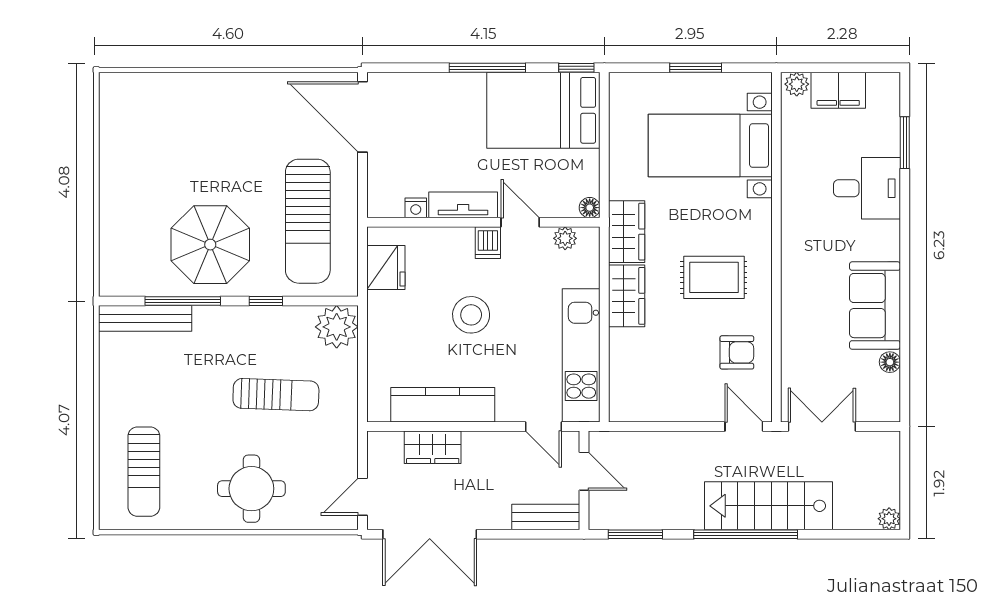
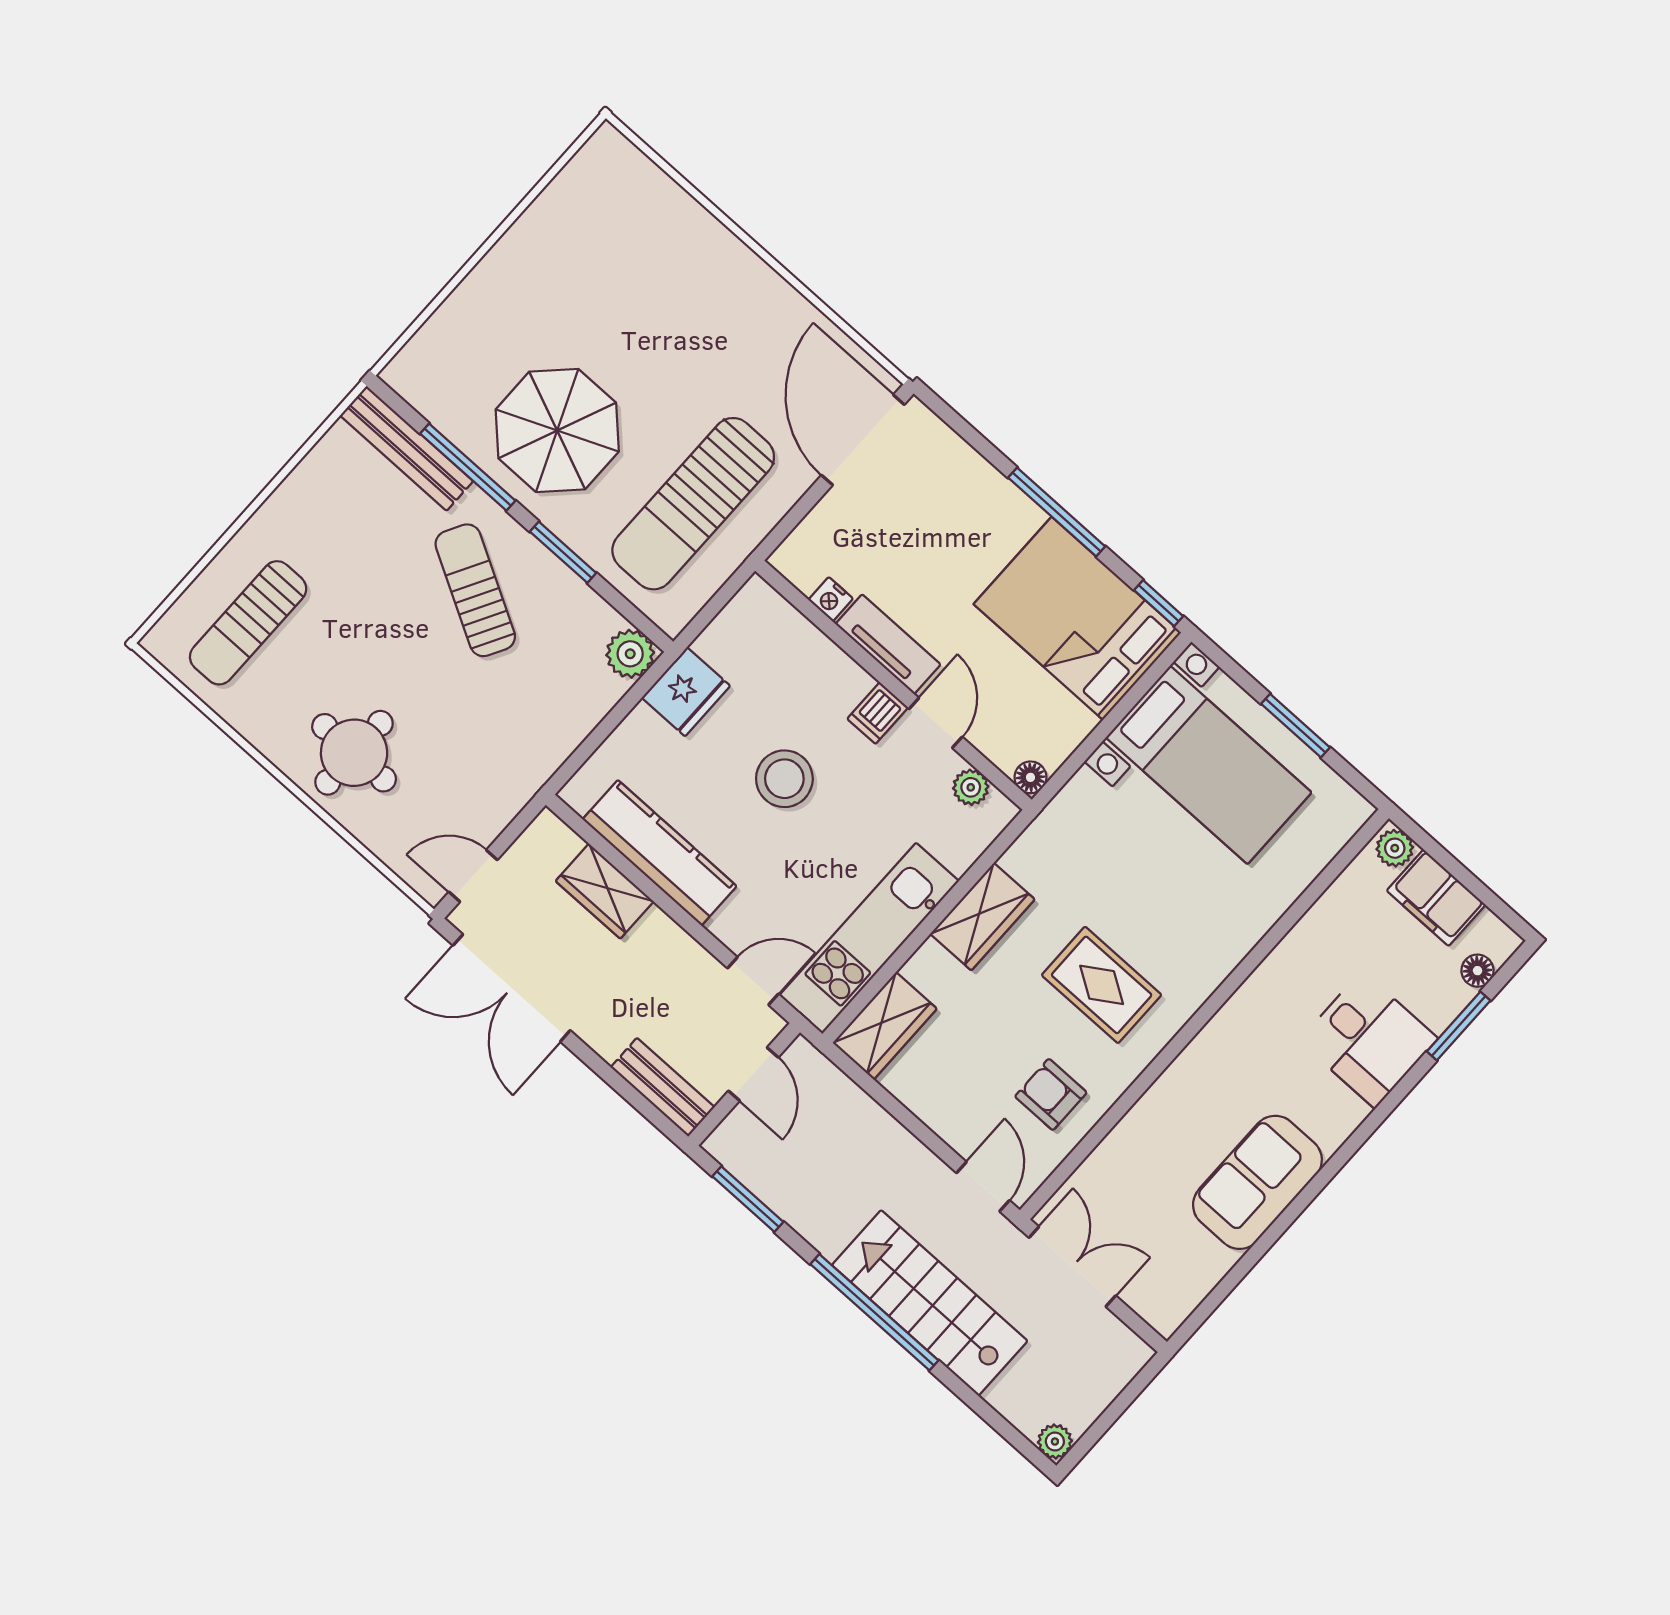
bed with nightstands: (710, 145) -> (1209, 765), moved, turned 180
wardrobe: (627, 232) -> (885, 1026), moved
fridge: (386, 268) -> (686, 692), moved
window: (266, 301) -> (563, 552), width x1.50
plant: (337, 327) -> (630, 654), width x0.73, depth x0.73
armchair: (737, 352) -> (1051, 1094), turned 180
floor lamp: (890, 362) -> (1478, 971), moved
sun lounger: (276, 395) -> (475, 590), moved, turned -153
door: (543, 426) -> (753, 981), swing flipped

